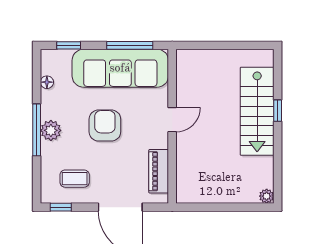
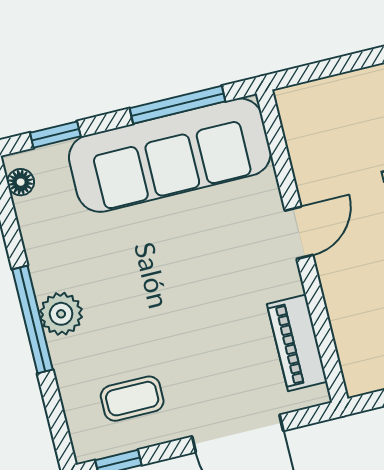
floor lamp: (47, 82) -> (21, 182), moved
armchair: (105, 125) -> (167, 277), removed

